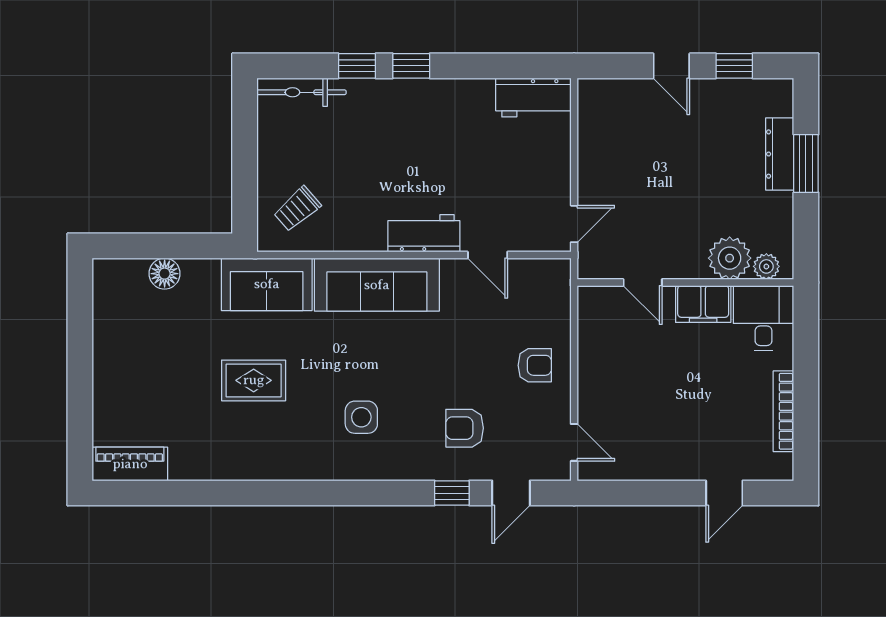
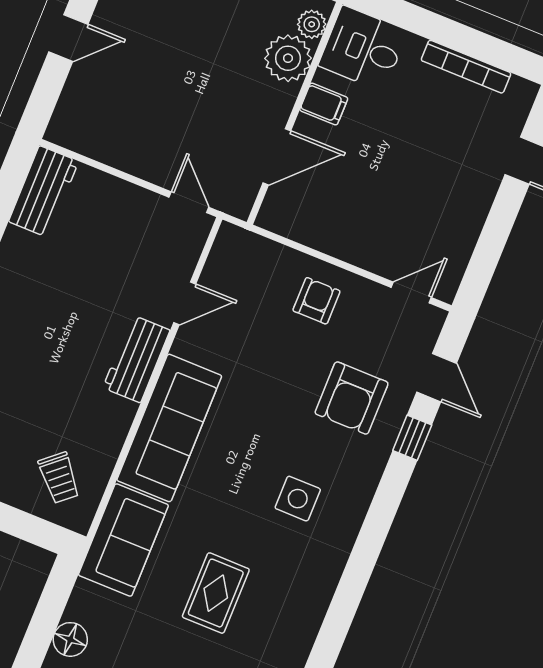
door: (643, 283) -> (277, 157), width x1.37
filing cabinet: (703, 304) -> (324, 104), width x0.50
armchair: (465, 428) -> (352, 398), width x1.38, depth x1.38

